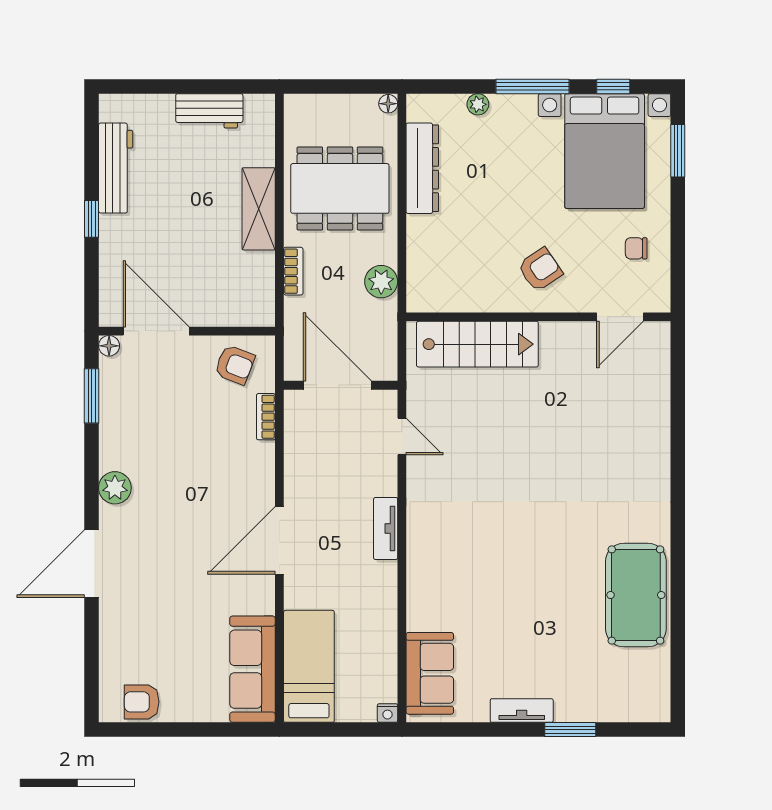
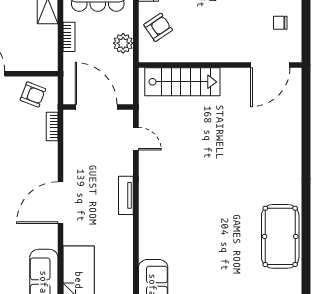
armchair: (540, 270) -> (158, 27), moved
door: (620, 317) -> (270, 65), width x1.36

